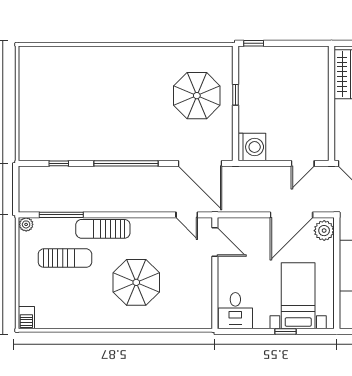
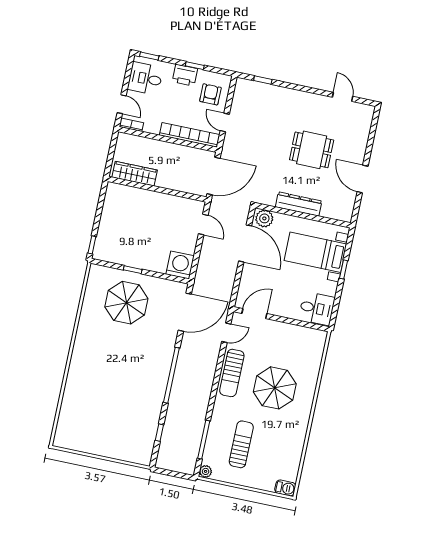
sun lounger: (103, 229) -> (232, 373), moved

